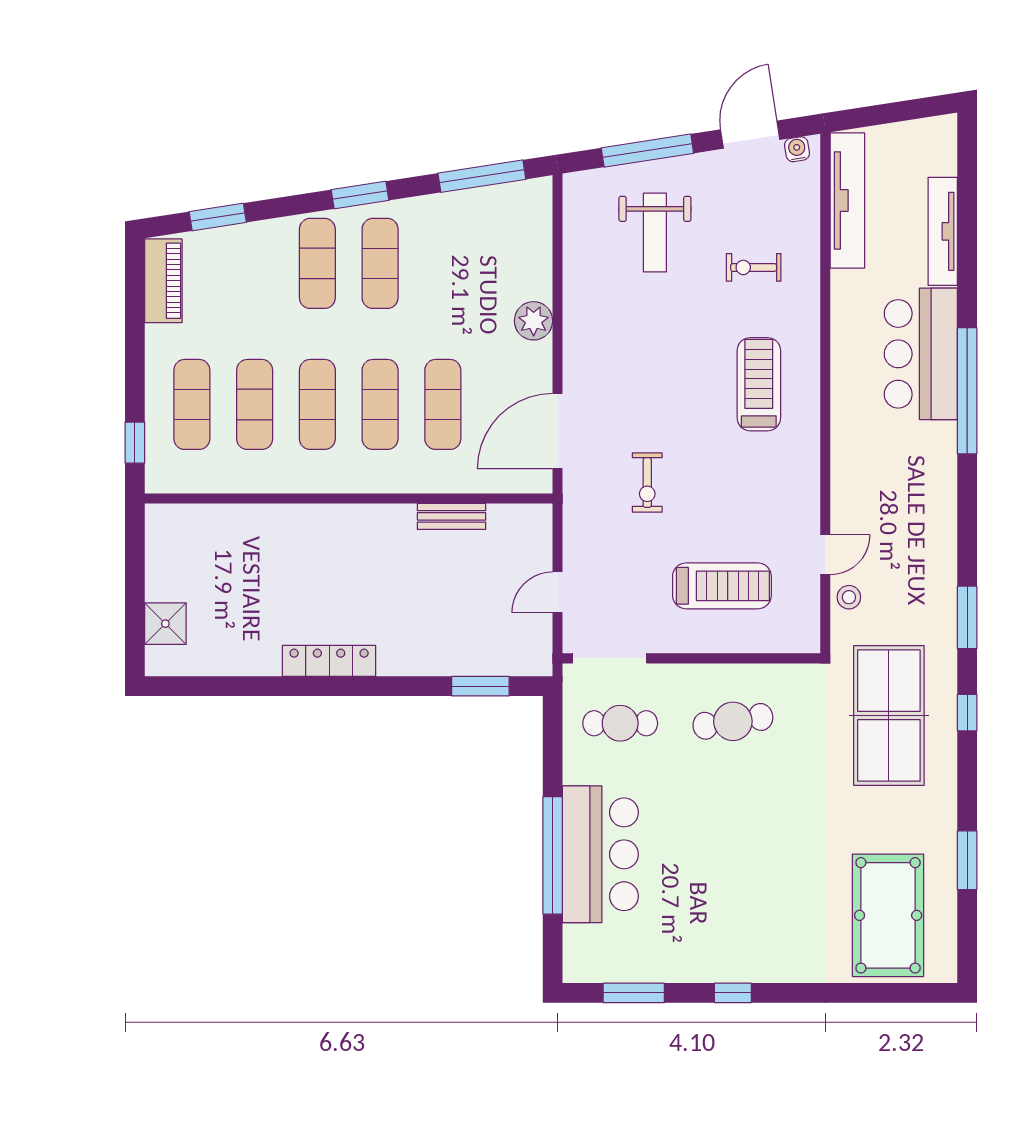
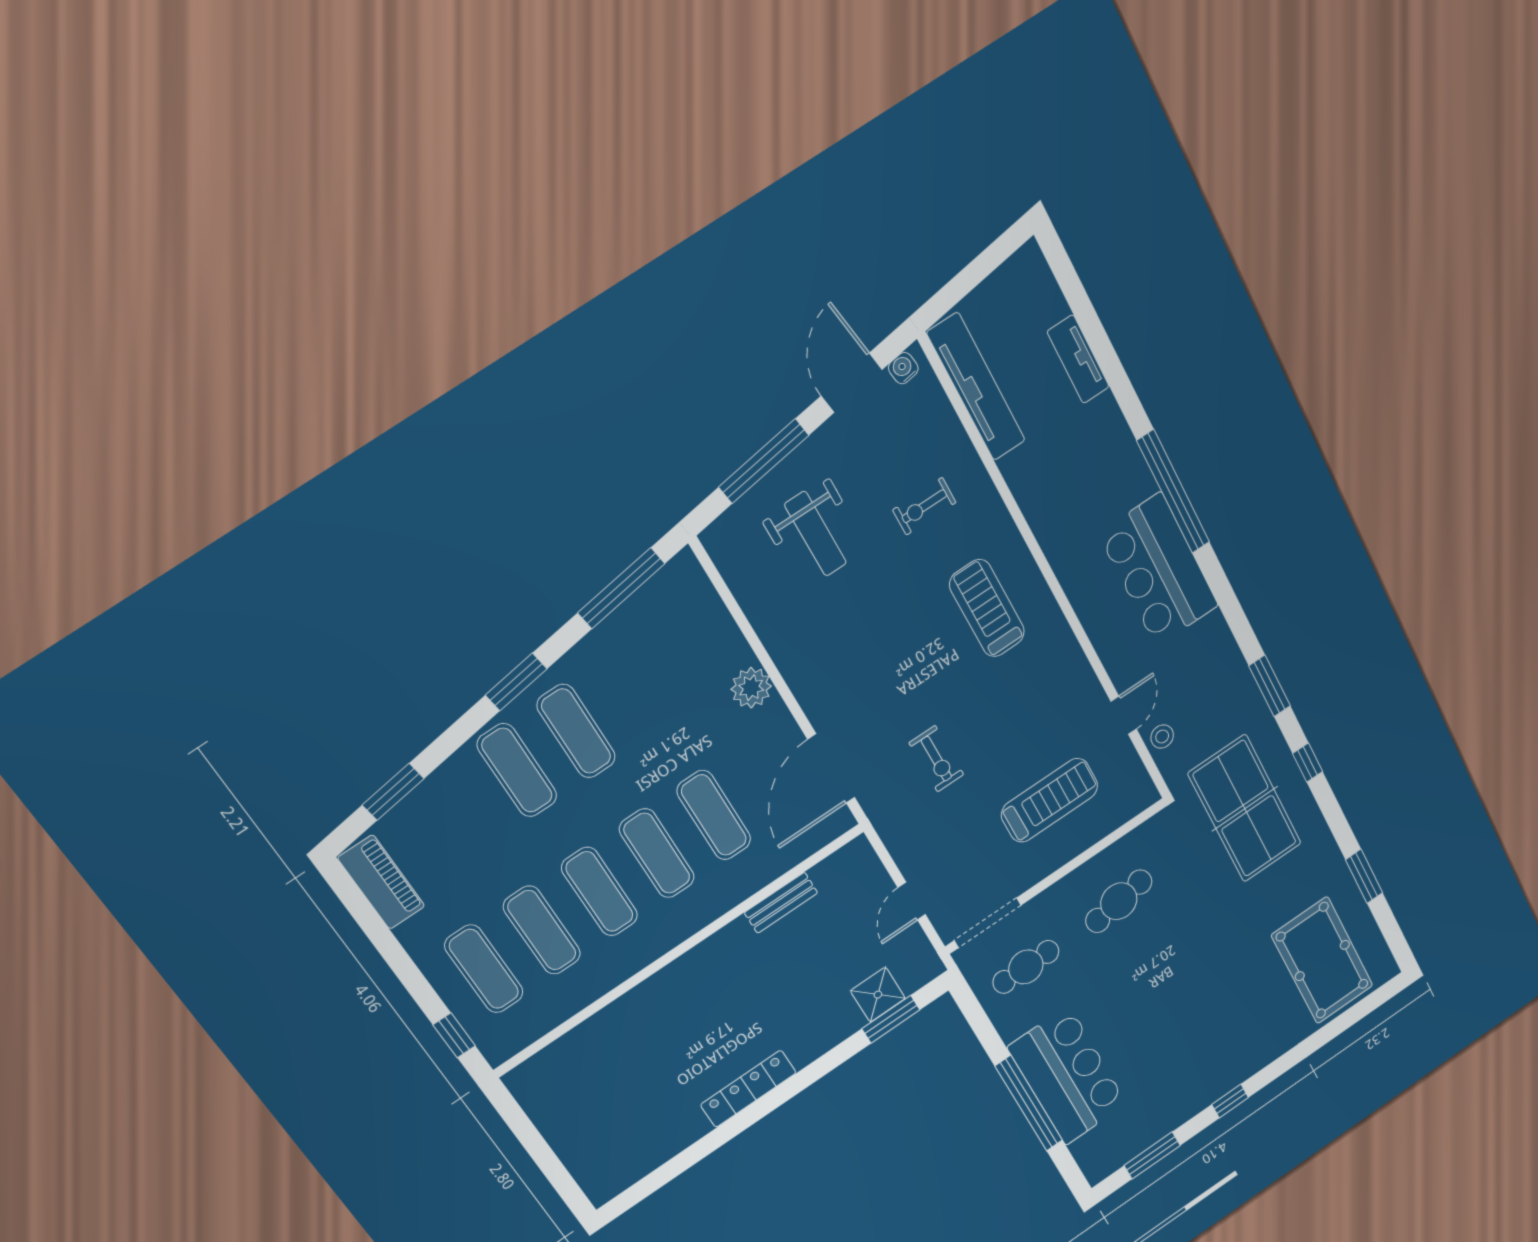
tv unit: (943, 231) -> (1078, 359), width x0.71
bar counter: (921, 354) -> (1159, 570), moved
shower: (165, 624) -> (878, 995), moved

